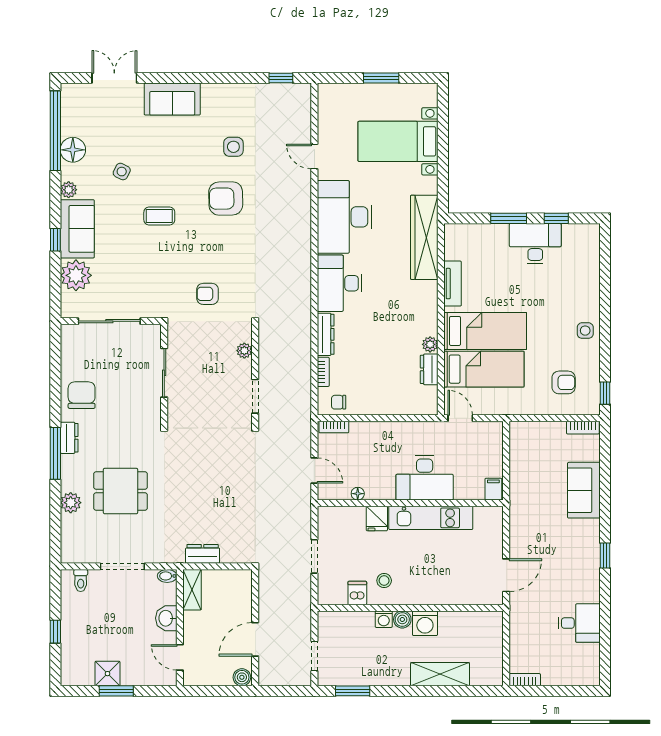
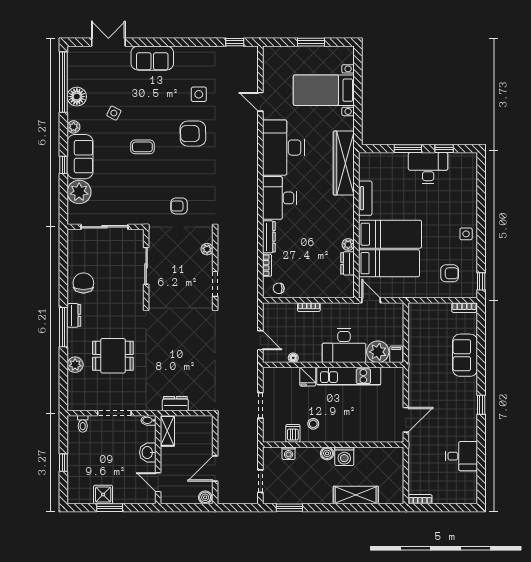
bookcase: (334, 427) -> (309, 307), moved
plant: (469, 486) -> (378, 352), added
washing machine: (384, 619) -> (289, 453), moved

